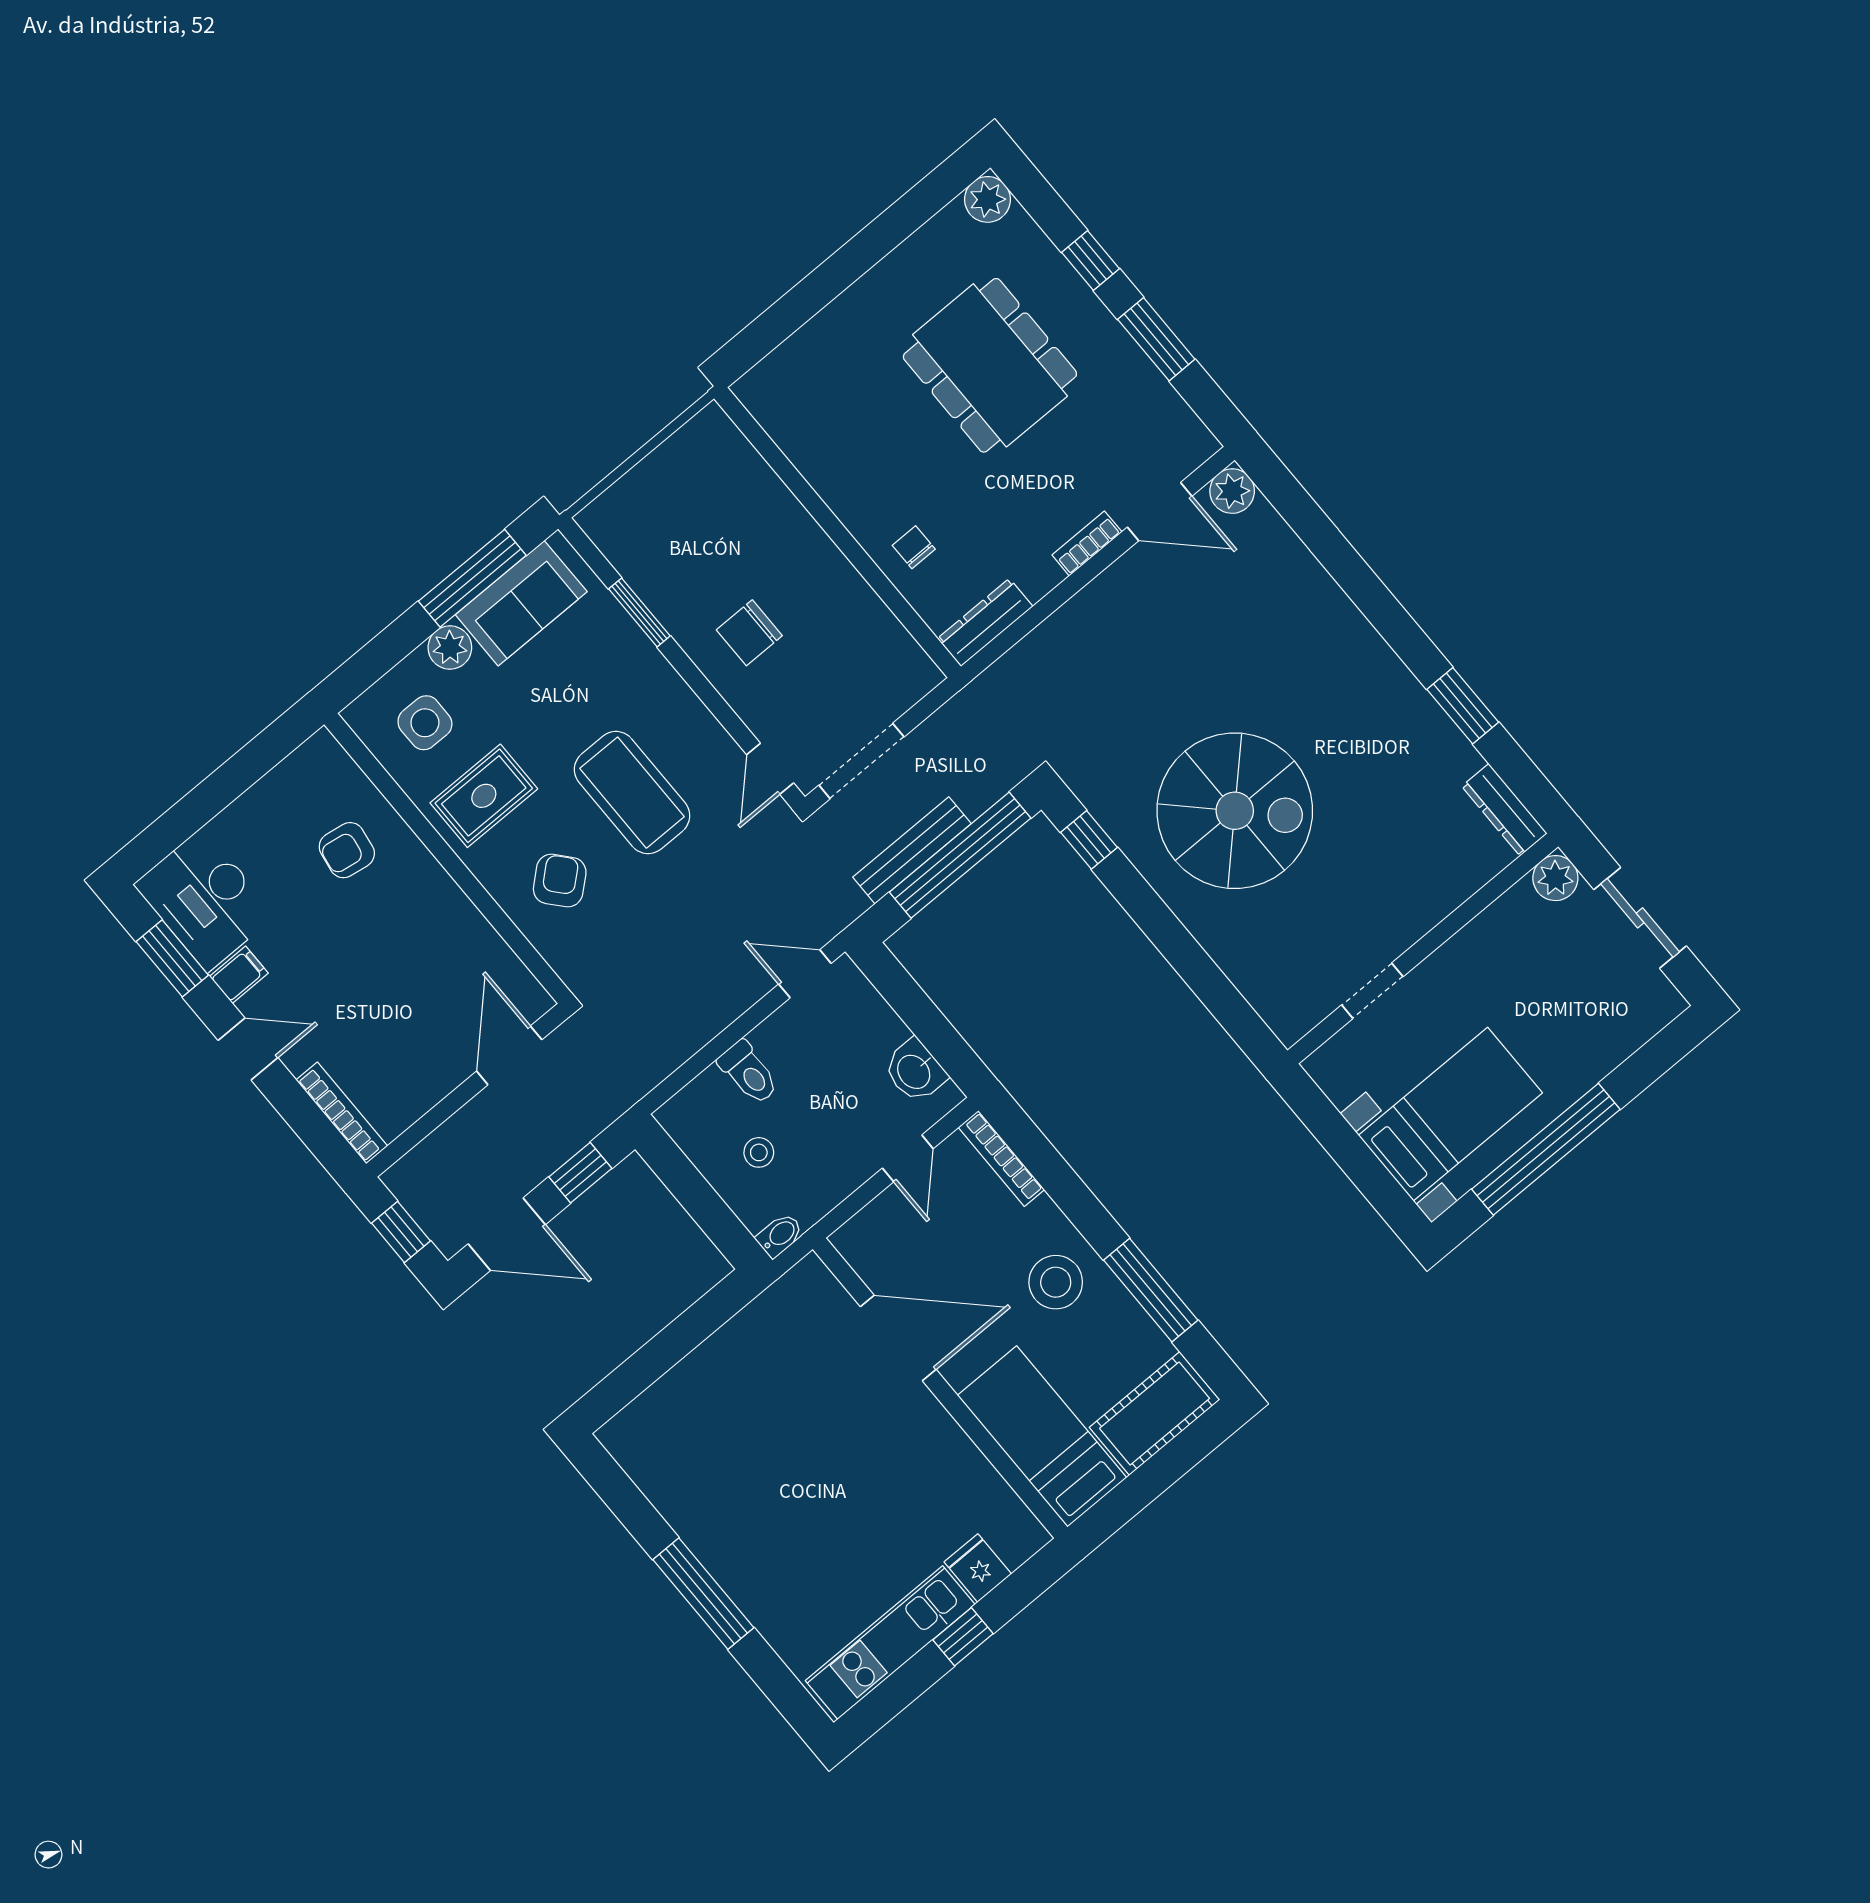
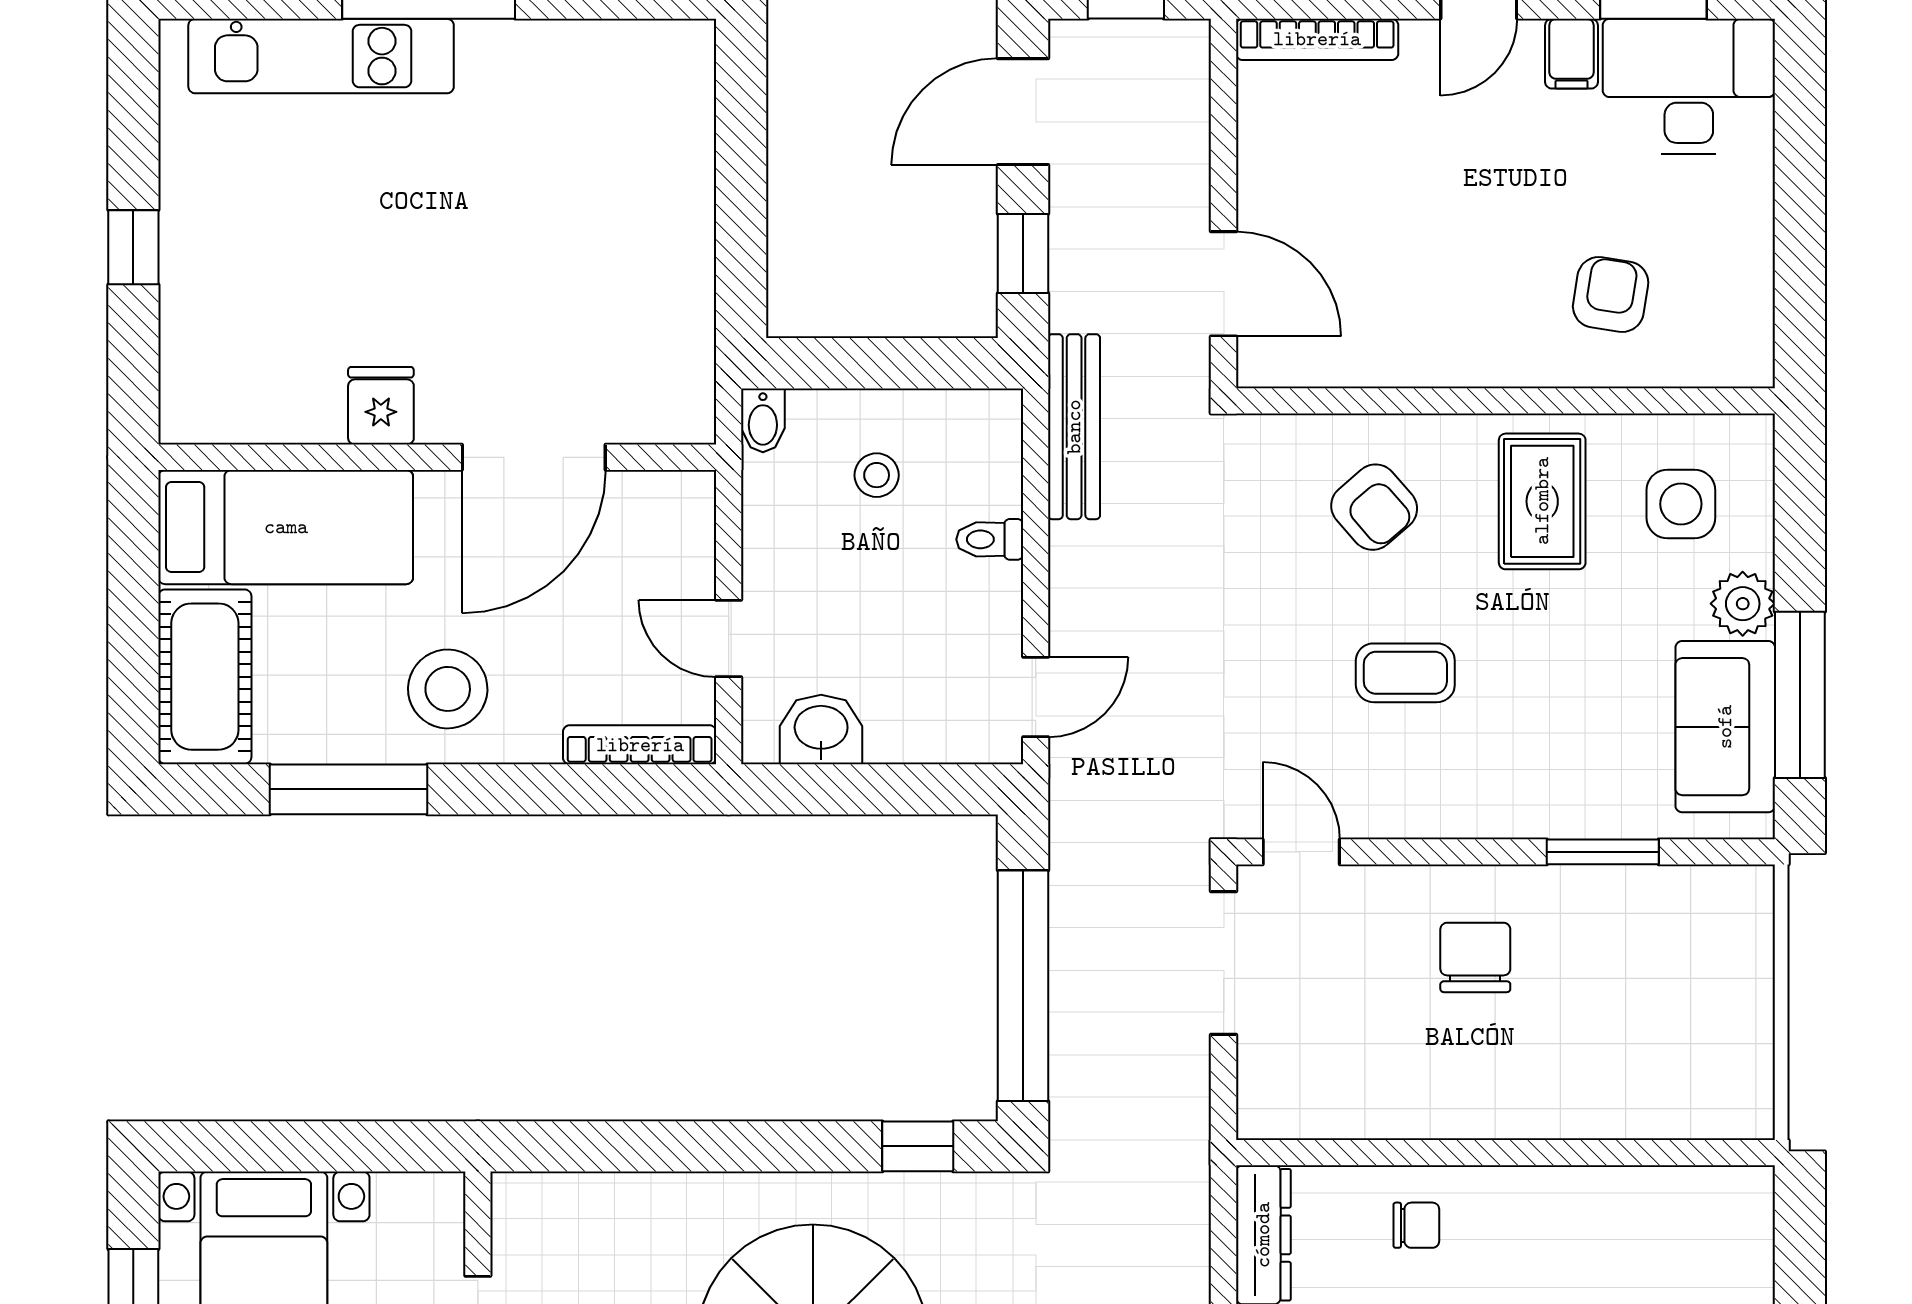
coffee table: (632, 793) -> (1405, 673), width x0.54, depth x0.58
bench: (912, 850) -> (1074, 427), moved
toilet: (749, 1073) -> (990, 539), width x0.73, depth x0.72
fridge: (978, 1568) -> (381, 406), moved, turned -90
kitchen unit: (890, 1643) -> (321, 56), moved, turned 90

